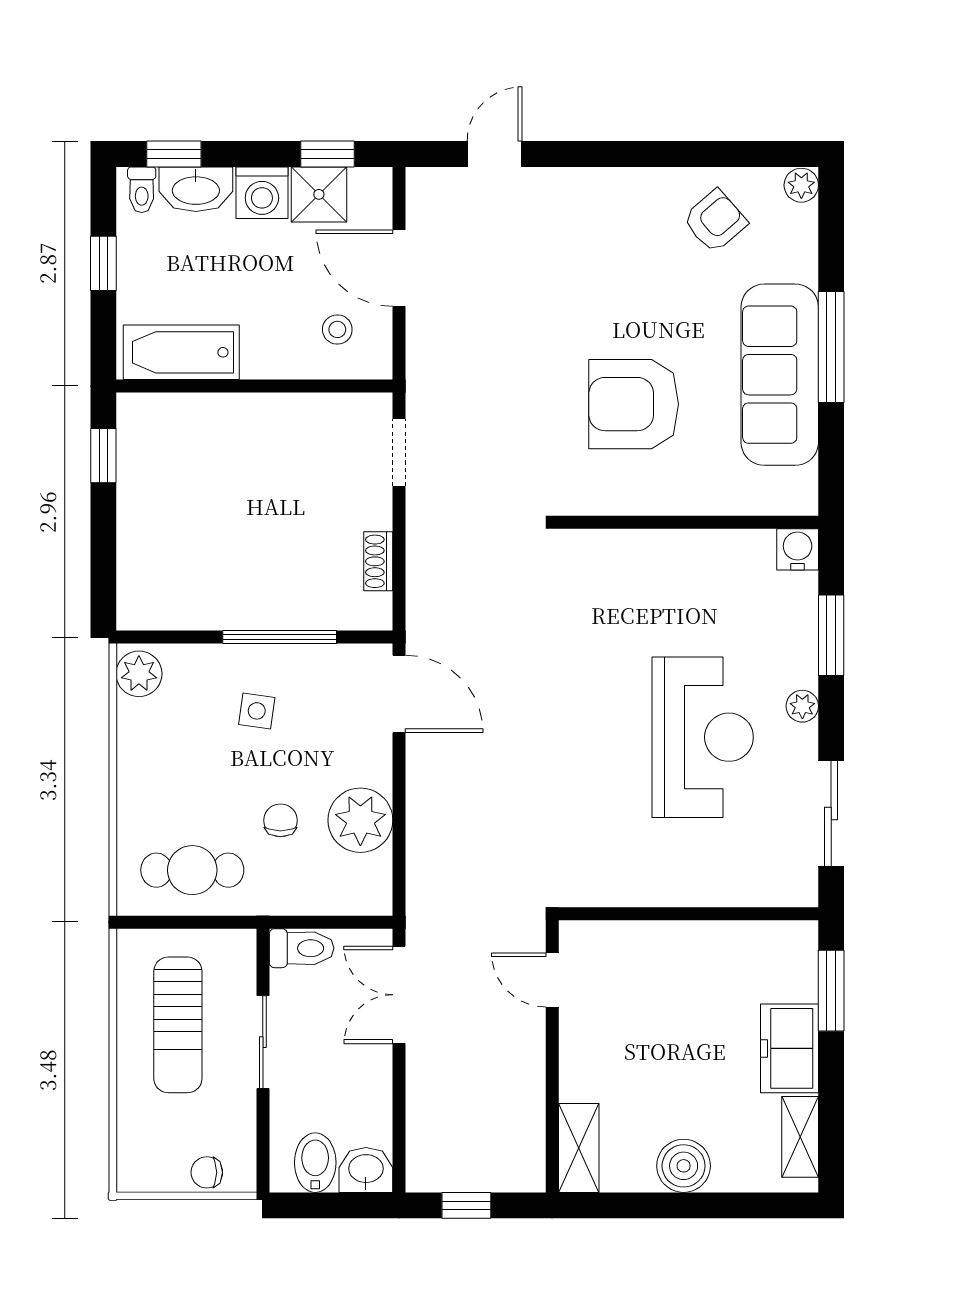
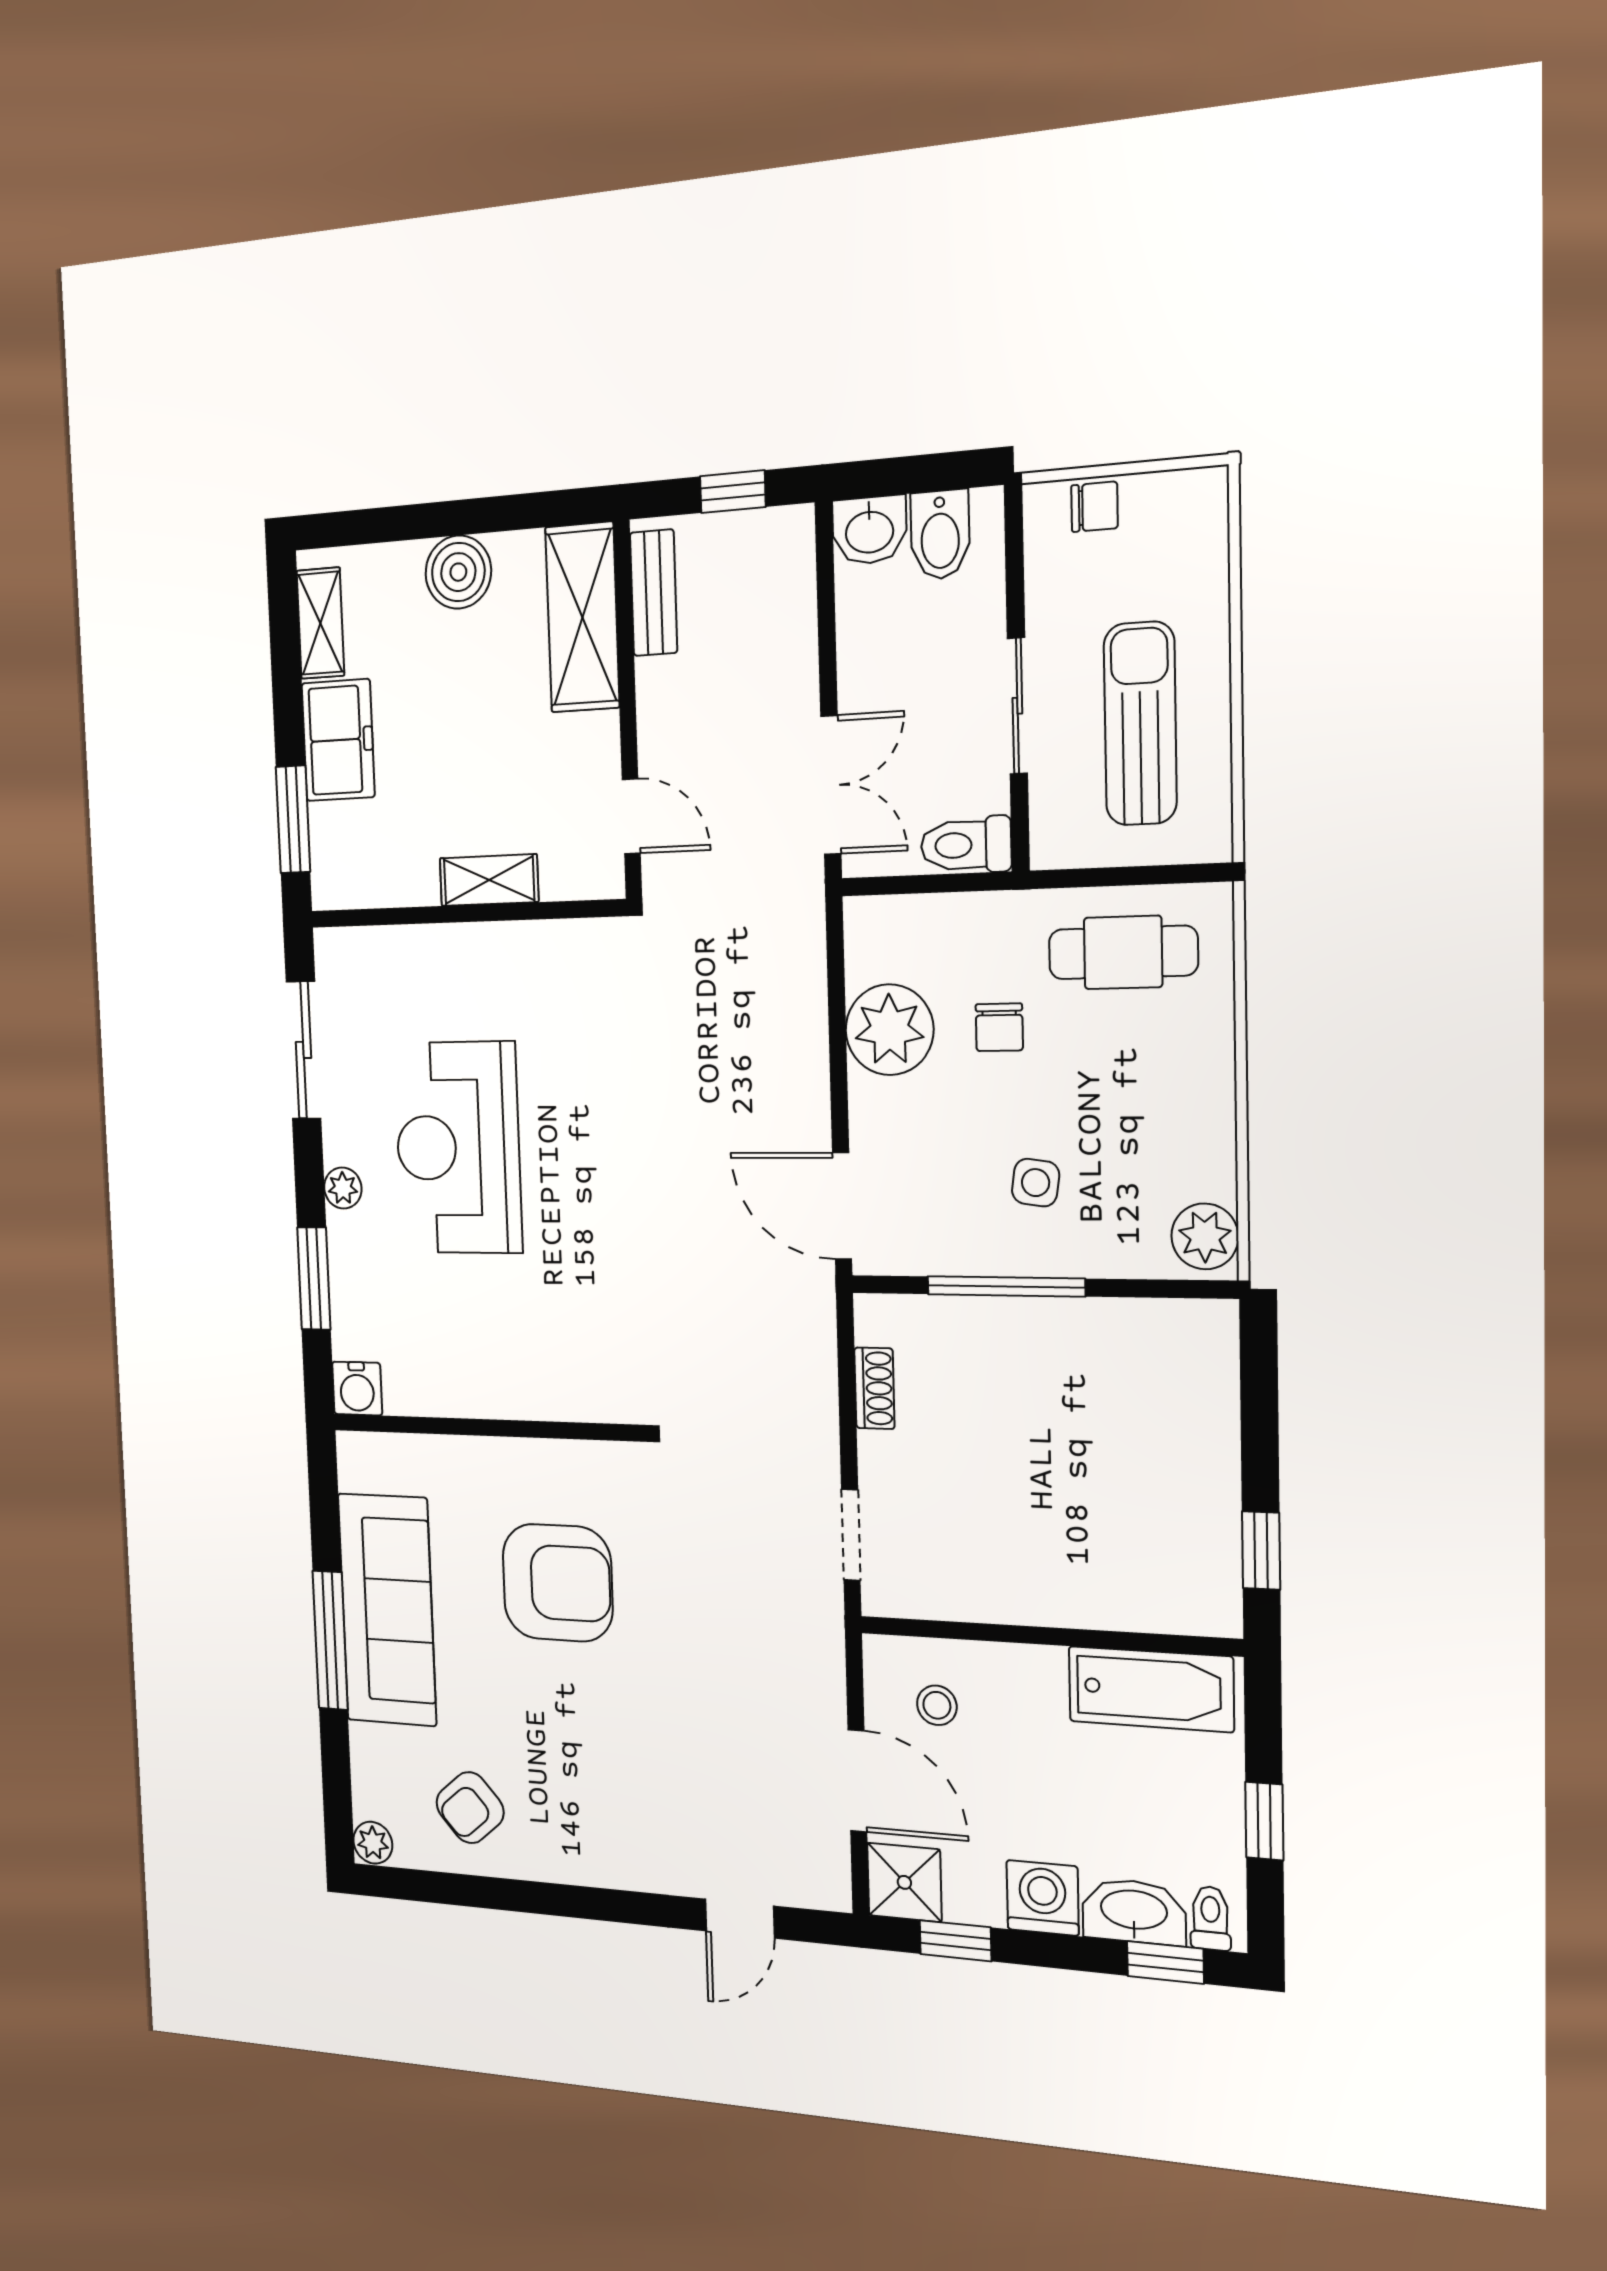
shower: (319, 194) -> (904, 1882), moved
shelving: (668, 938) -> (489, 880), added
bench: (529, 1139) -> (654, 593), added
shelving: (579, 1148) -> (582, 617), width x1.50, depth x1.33

